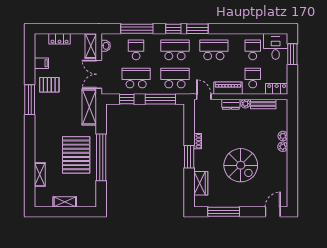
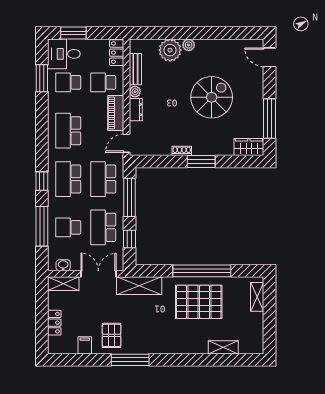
window: (197, 29) -> (42, 78), moved
double door: (99, 74) -> (98, 274), swing flipped
plant: (283, 136) -> (170, 50), width x1.87, depth x1.87
wardrobe: (201, 183) -> (249, 147), moved
shelving: (65, 202) -> (257, 297), moved

